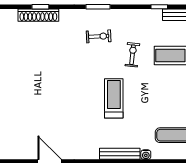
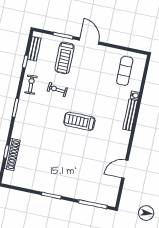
exercise bike: (99, 36) -> (31, 85), moved
treadmill: (114, 98) -> (79, 121), moved

